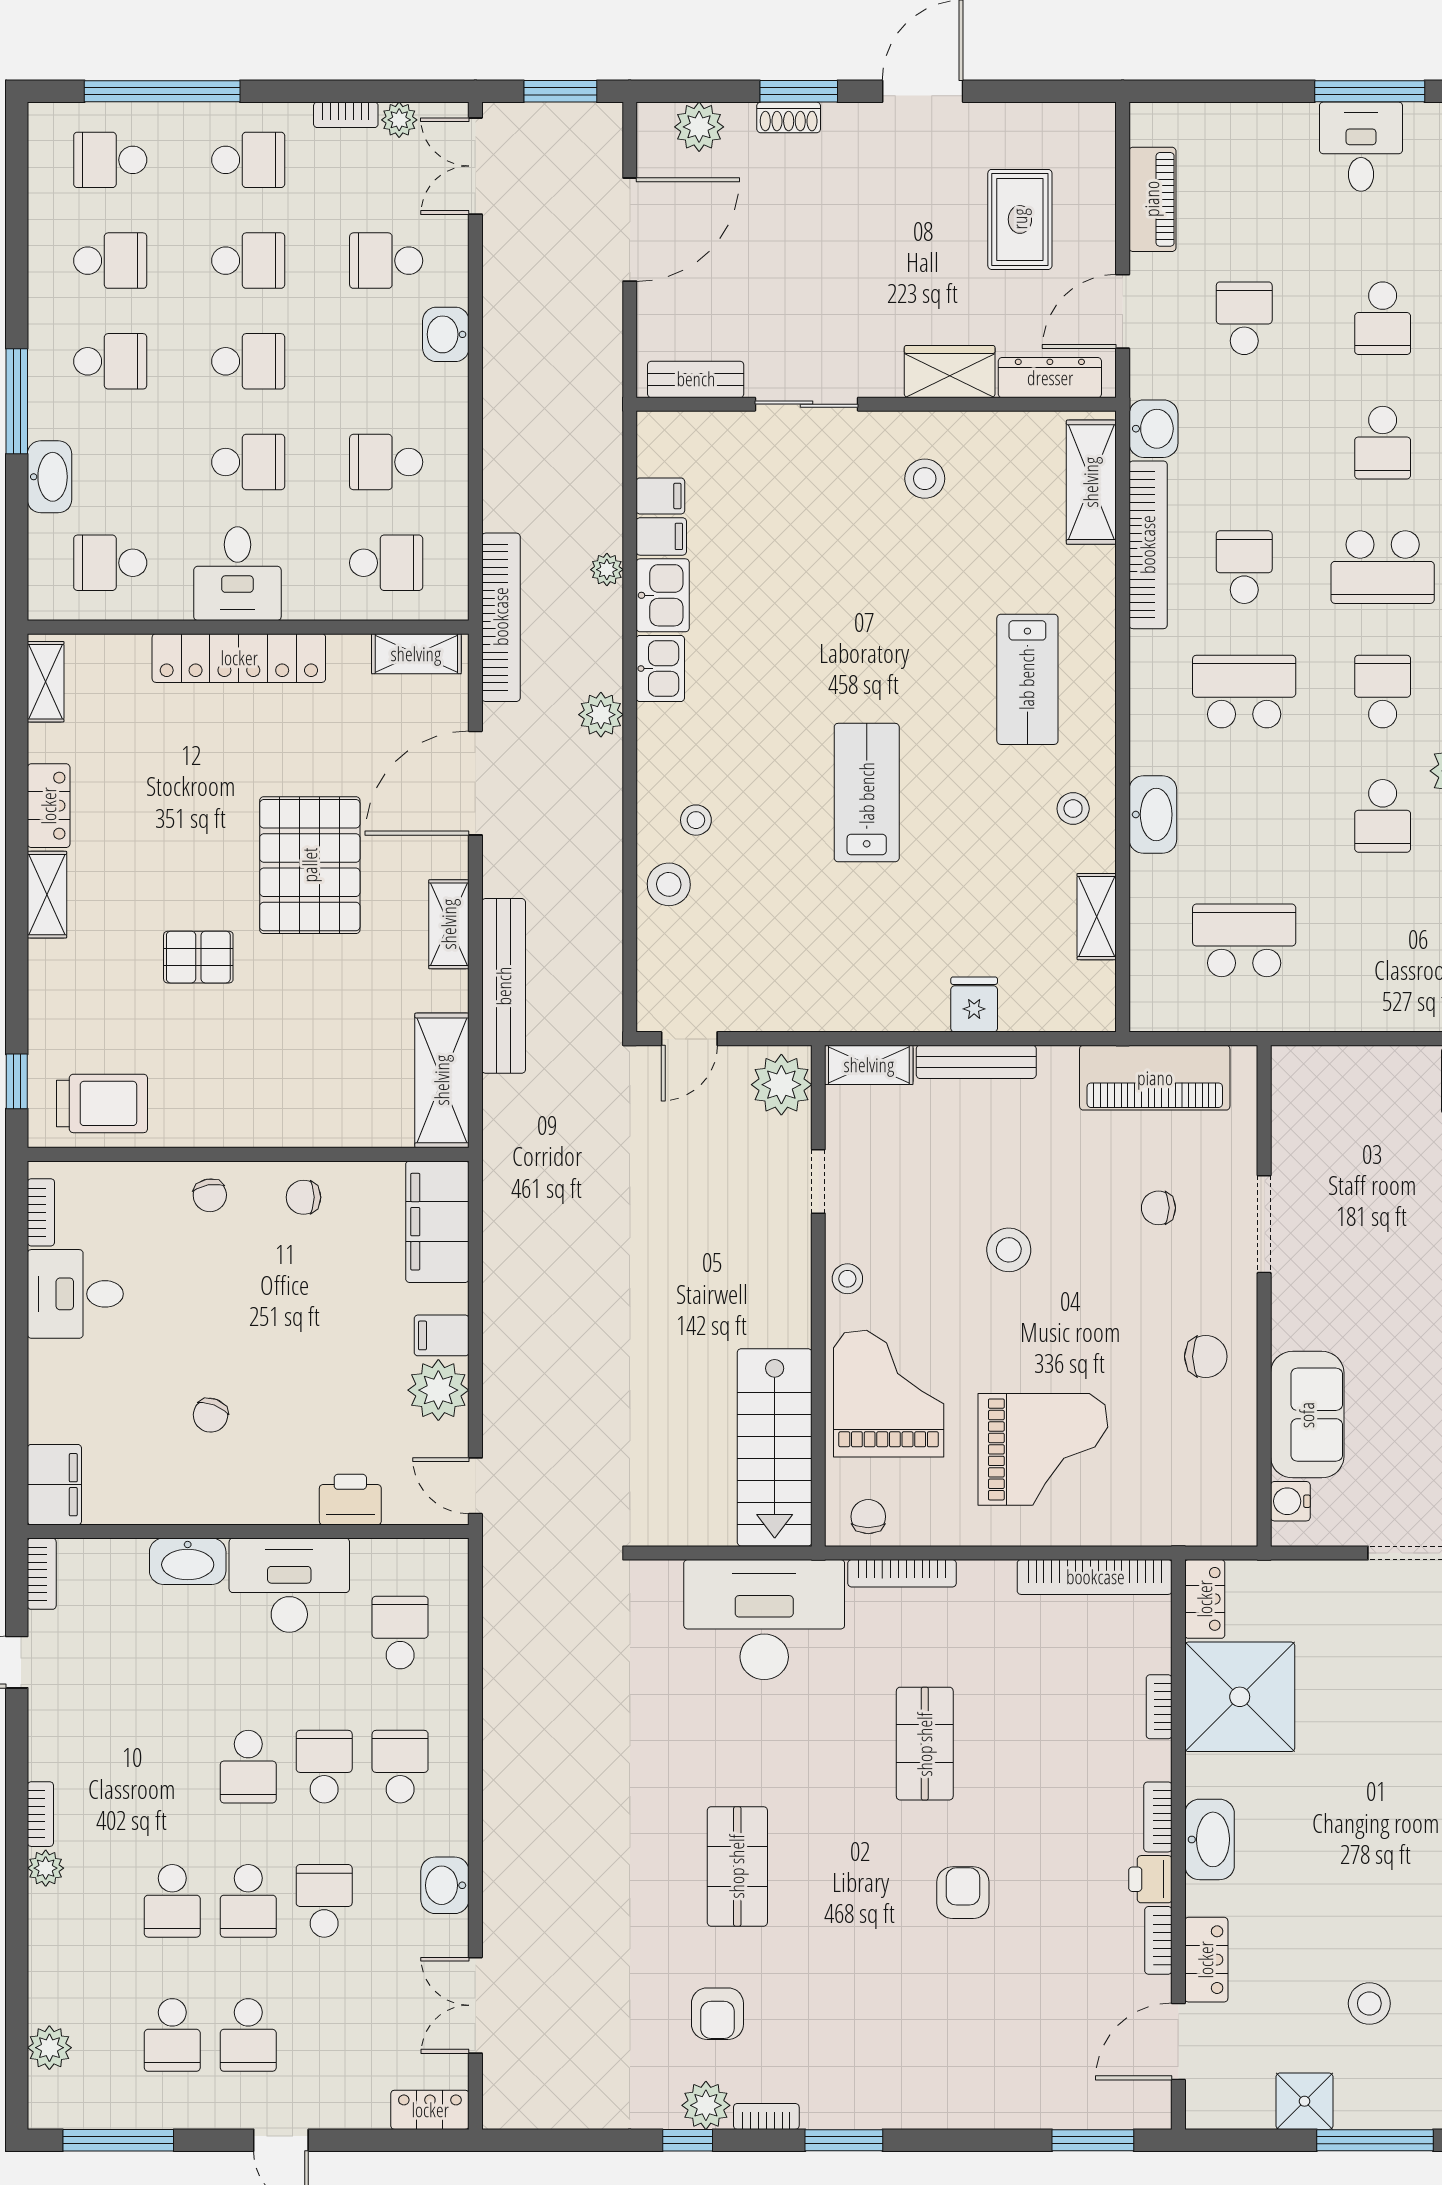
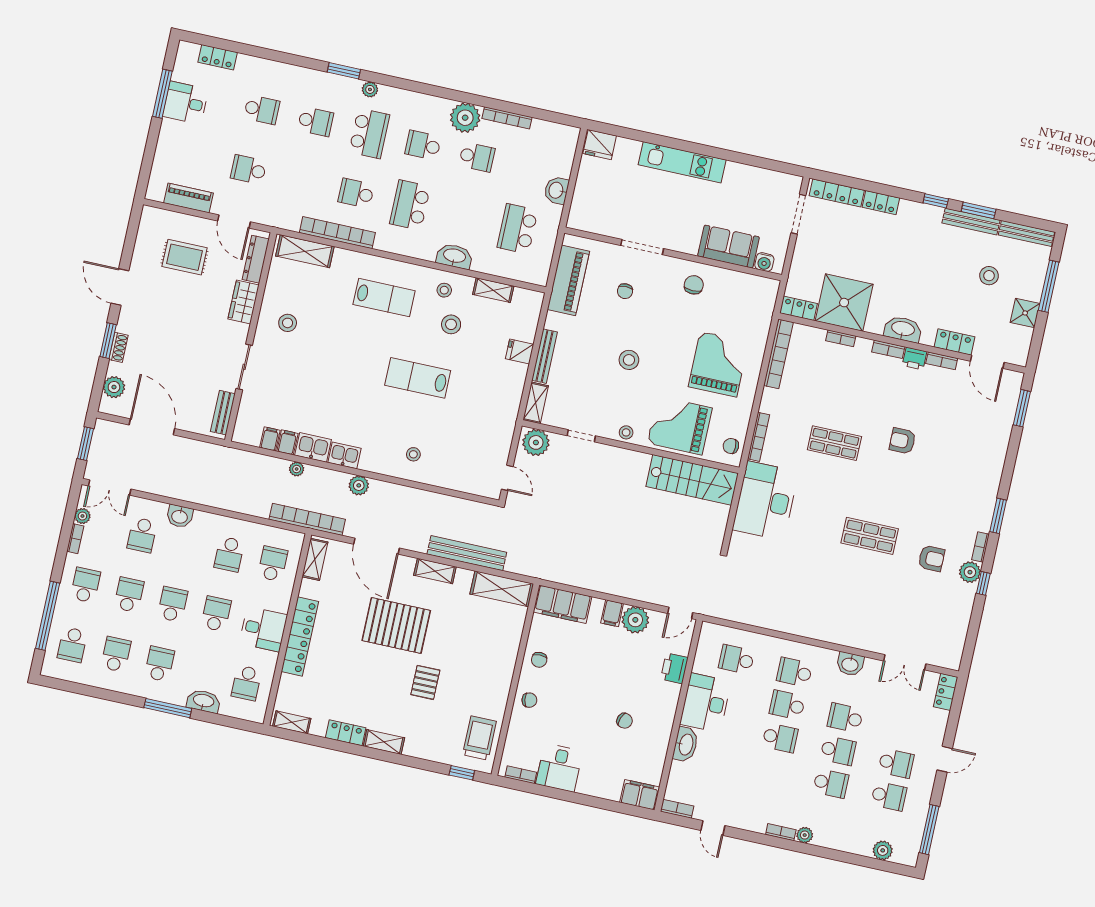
washbasin: (1153, 429) -> (556, 190), moved, turned -90
stool: (669, 884) -> (451, 324), moved

